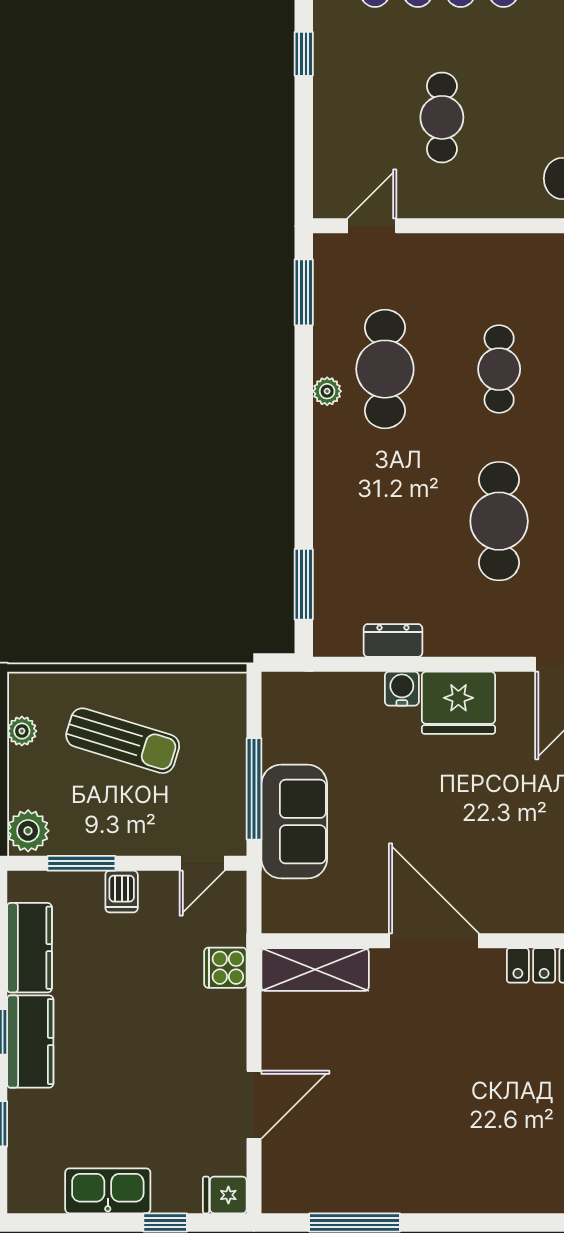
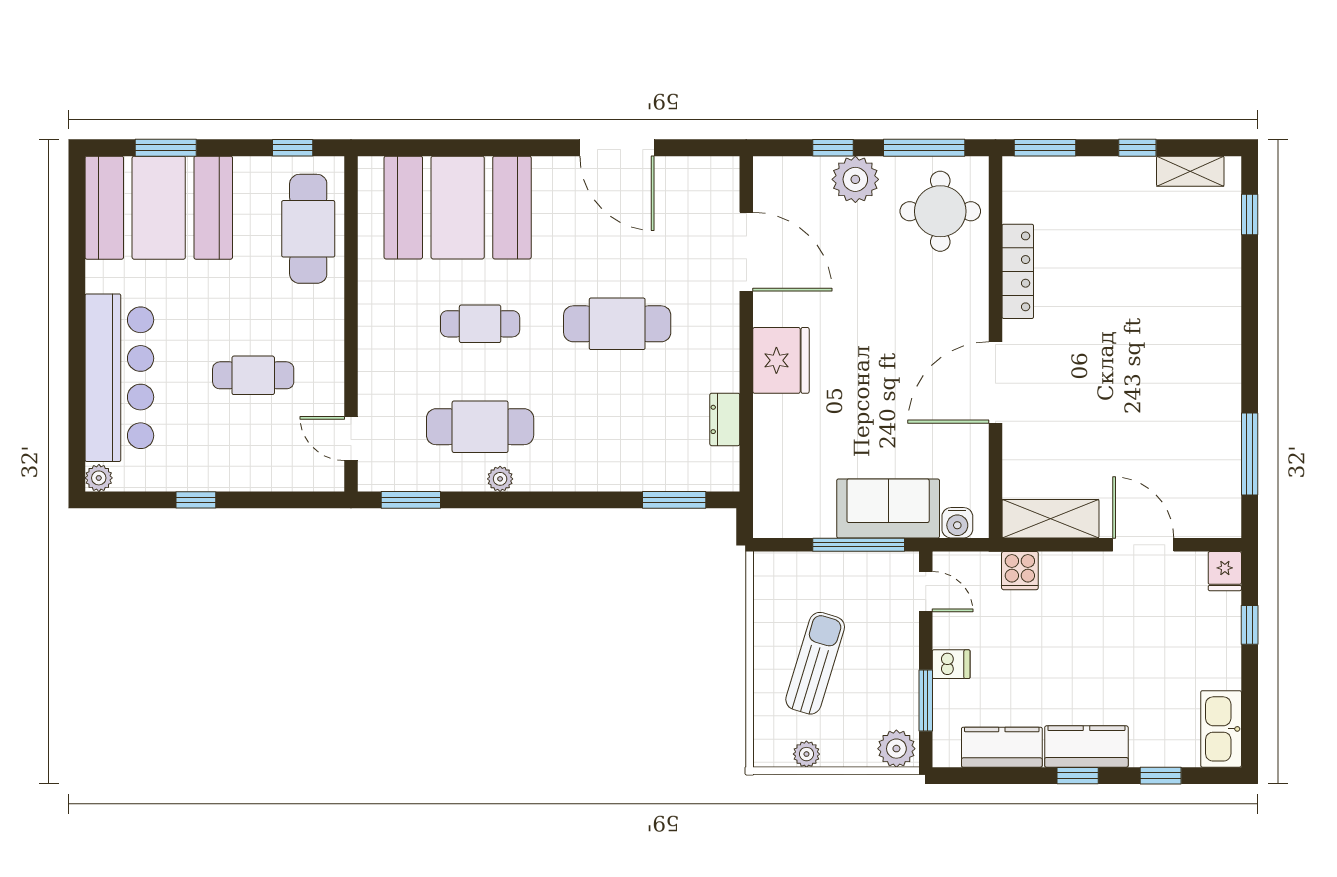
water cooler: (402, 689) -> (957, 523), moved, turned -90
shelving: (315, 969) -> (1051, 519), moved, turned 90
kitchen sink: (108, 1191) -> (1221, 729), moved

